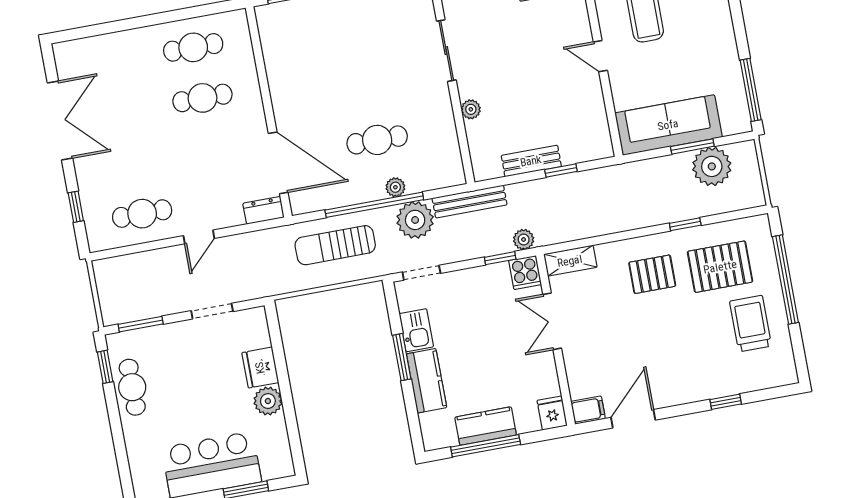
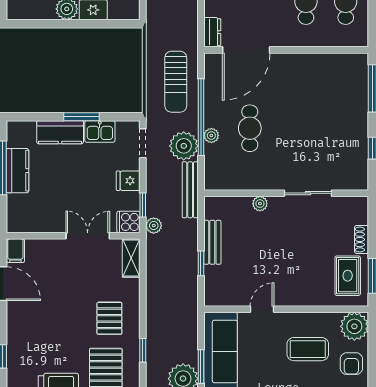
door: (600, 56) -> (262, 309), moved
sun lounger: (335, 245) -> (176, 82), turned 180
fridge: (552, 413) -> (128, 181), moved, turned 180

